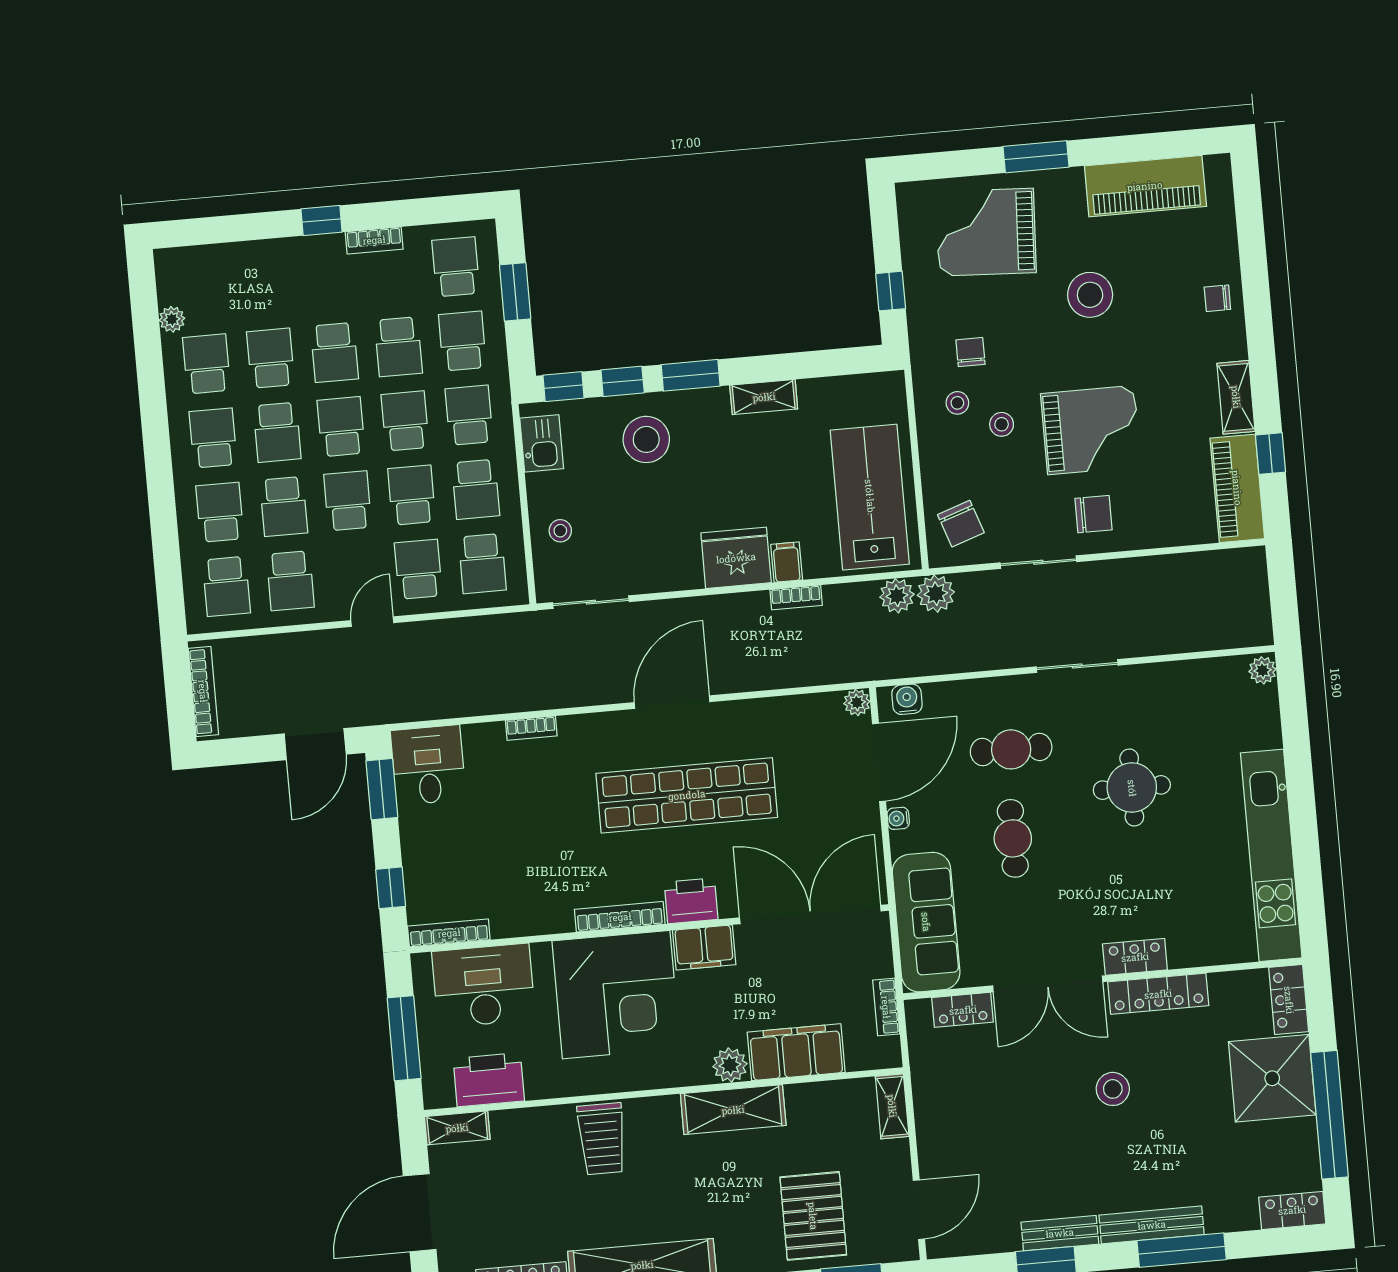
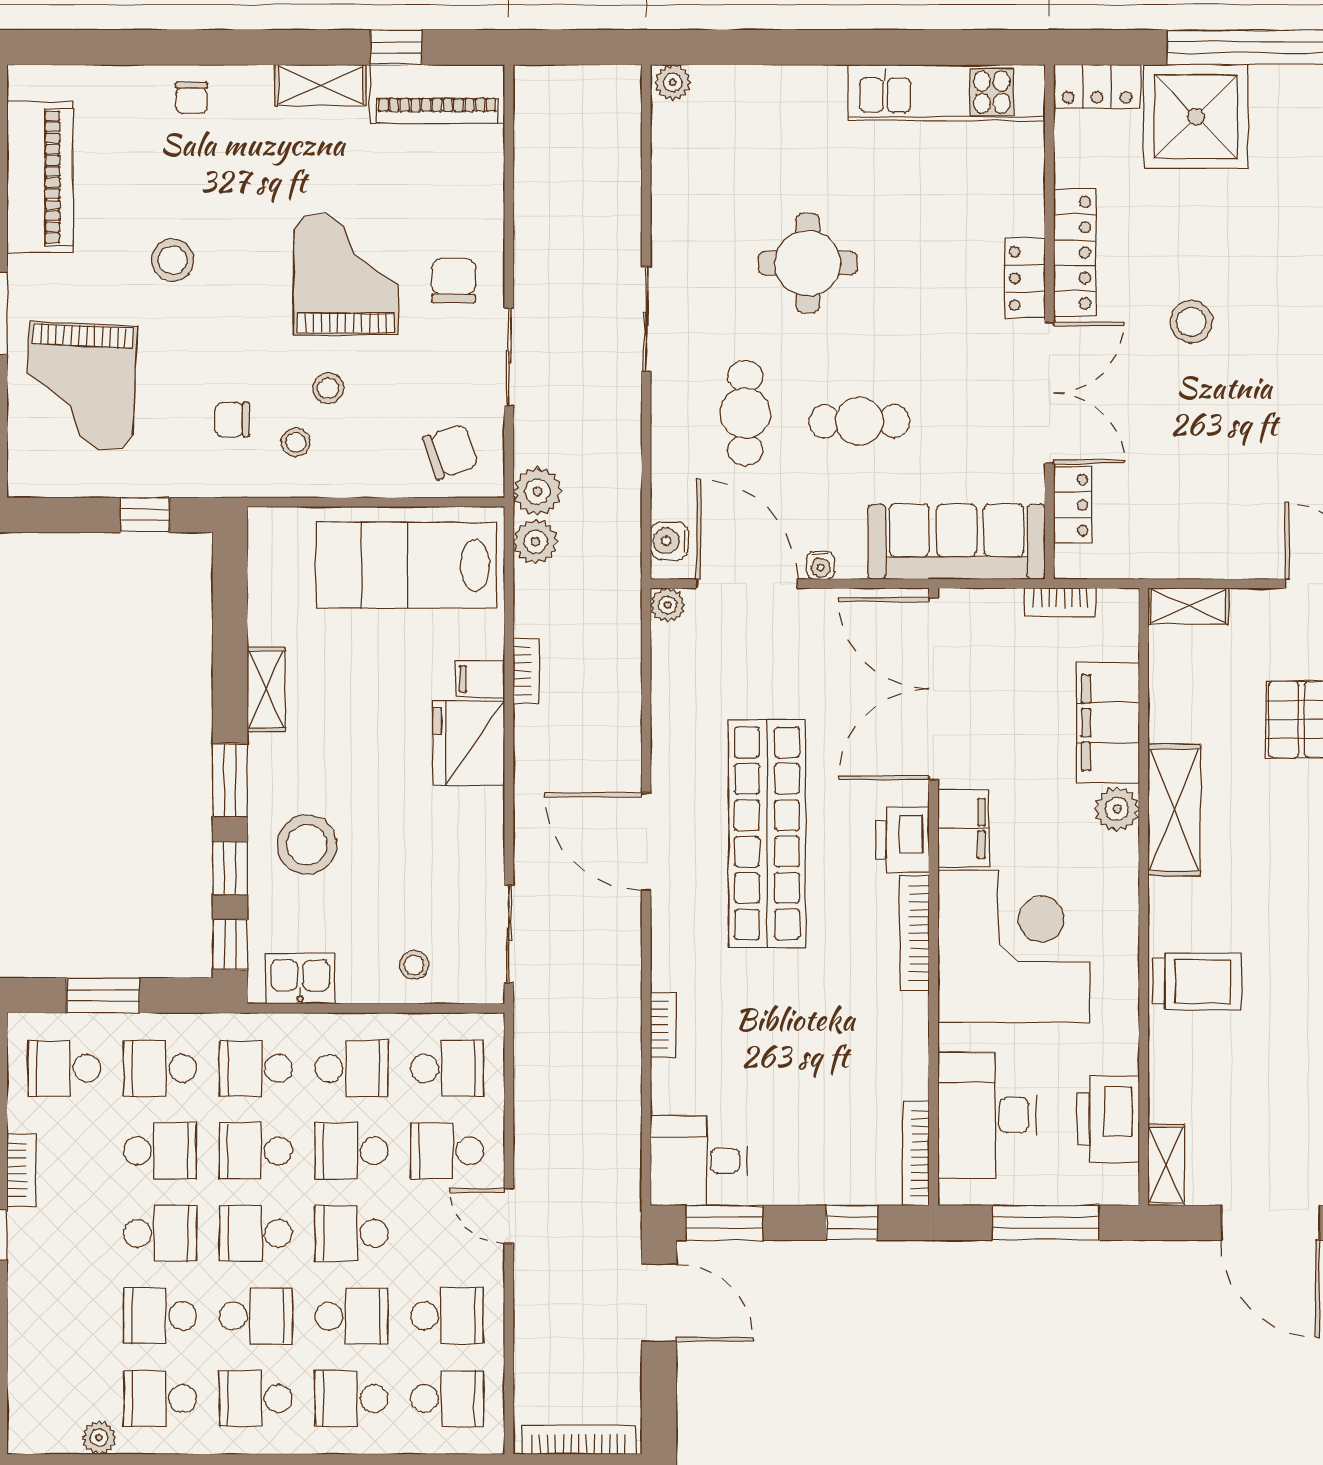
stool: (1090, 295) -> (173, 260), width x0.73, depth x0.73
kitchen unit: (1271, 855) -> (946, 92), width x0.73

